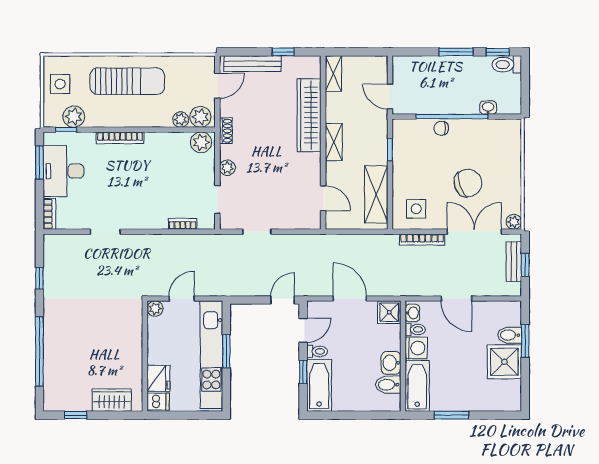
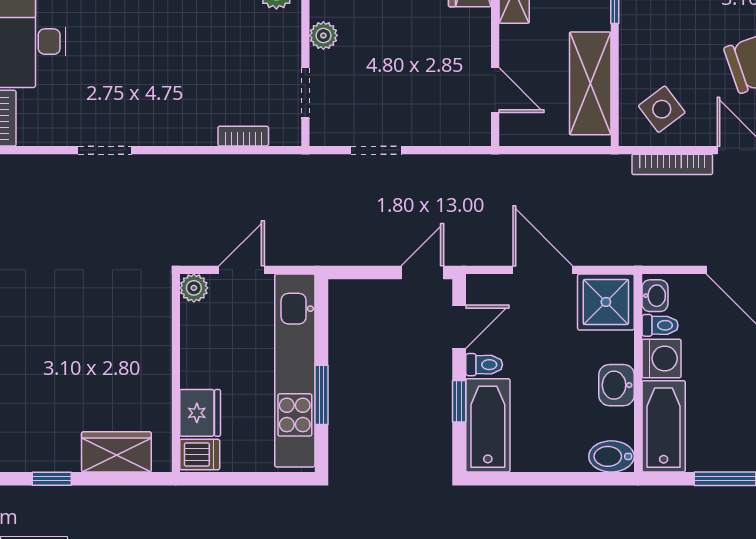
side table: (416, 209) -> (662, 109), turned -37
shower: (389, 312) -> (606, 302), width x1.36, depth x1.36
window: (226, 351) -> (321, 395), moved
bidet: (388, 385) -> (611, 456), moved

